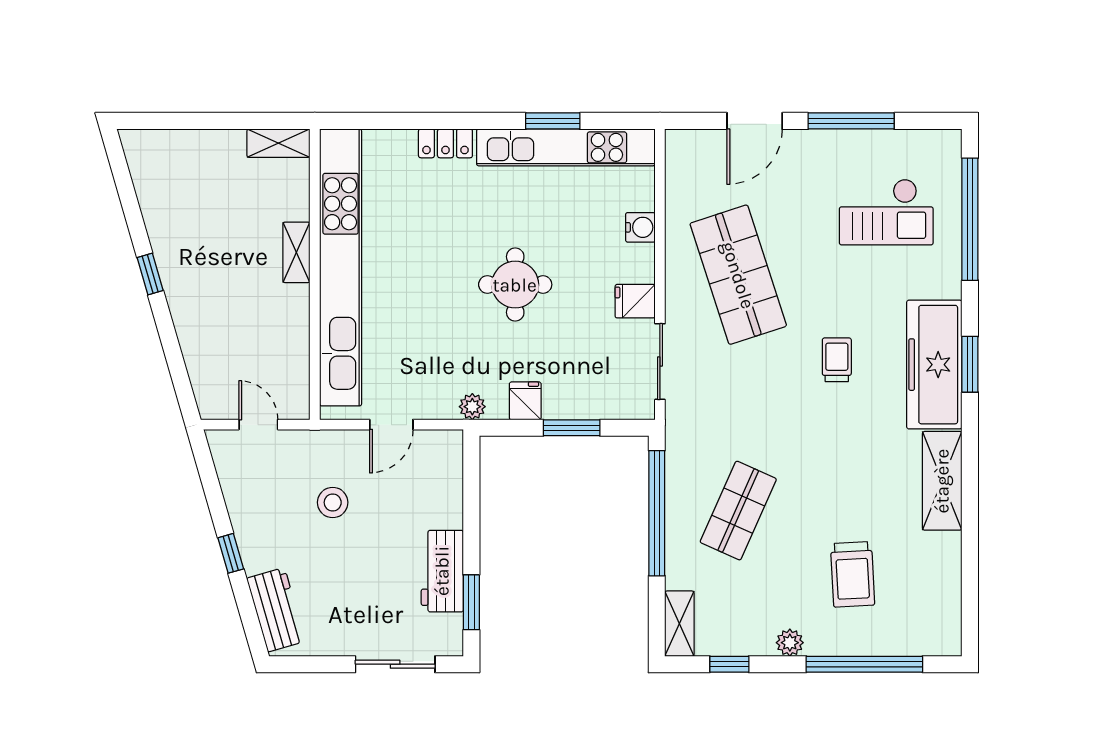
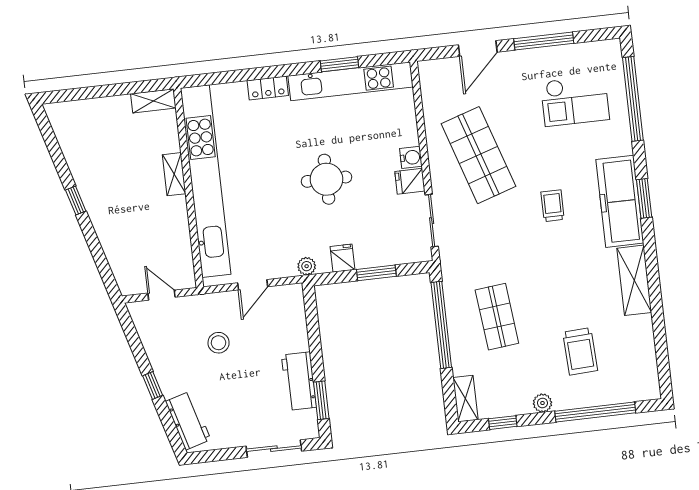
water cooler: (640, 227) -> (411, 157), moved
shop shelf: (738, 511) -> (497, 317), turned -30

